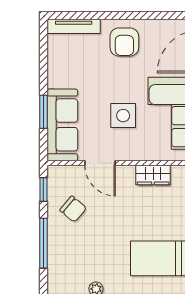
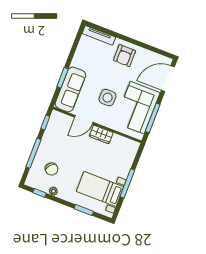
door: (100, 163) -> (84, 120), hinge flipped
wardrobe: (153, 175) -> (101, 134), moved
chair: (73, 209) -> (52, 169), moved

